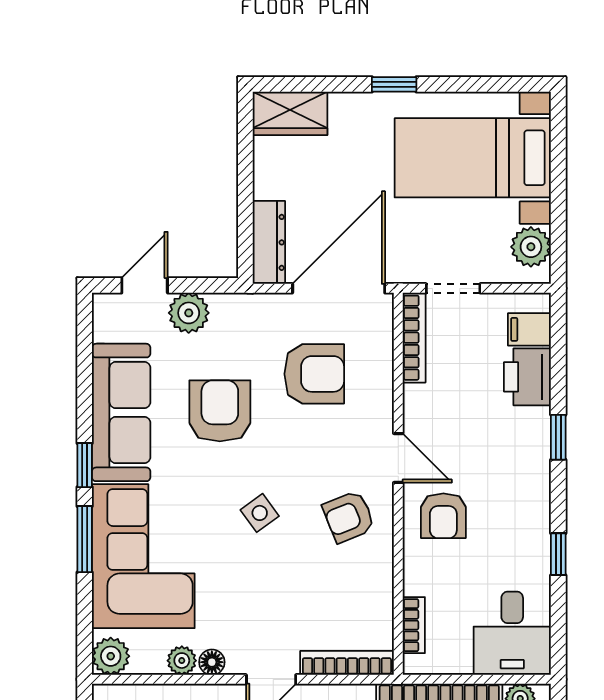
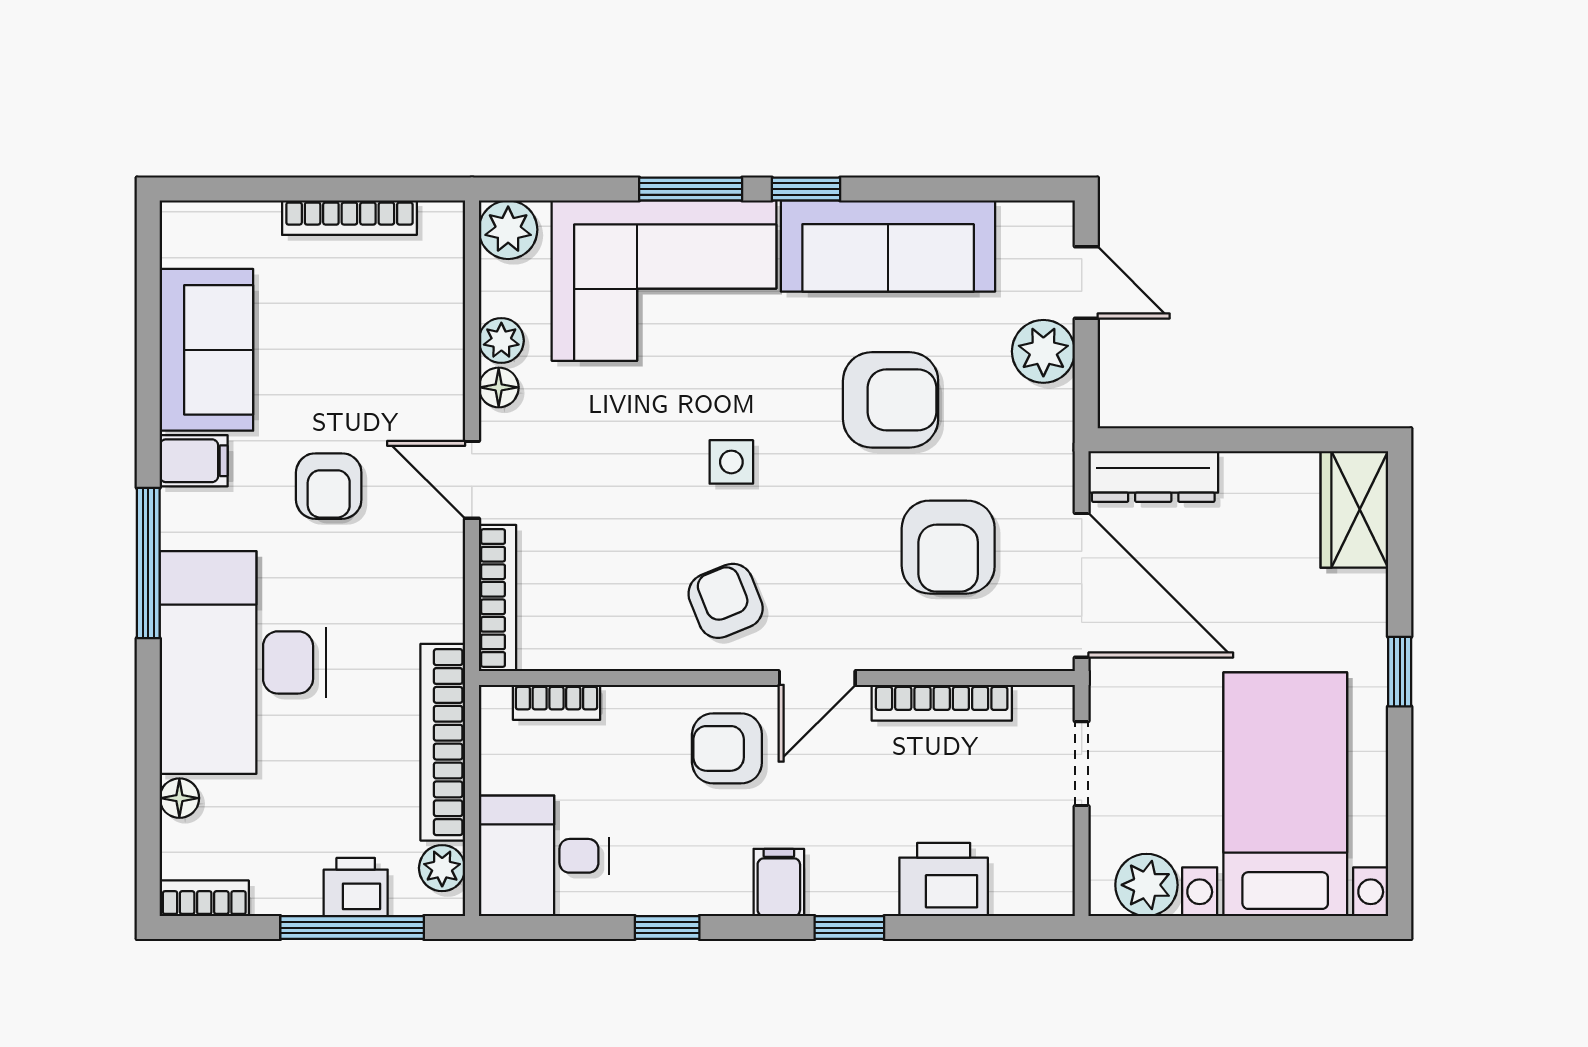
filing cabinet: (529, 329) -> (779, 882), moved
bookcase: (414, 338) -> (942, 703), moved
side table: (260, 513) -> (731, 462), turned 36

